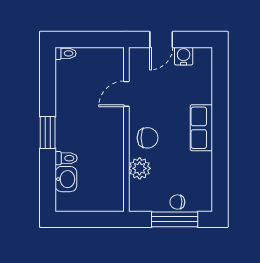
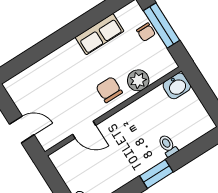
water cooler: (184, 56) -> (24, 103), removed
row of seats: (201, 128) -> (100, 34), moved
washbasin: (66, 179) -> (177, 86), moved, turned 180

